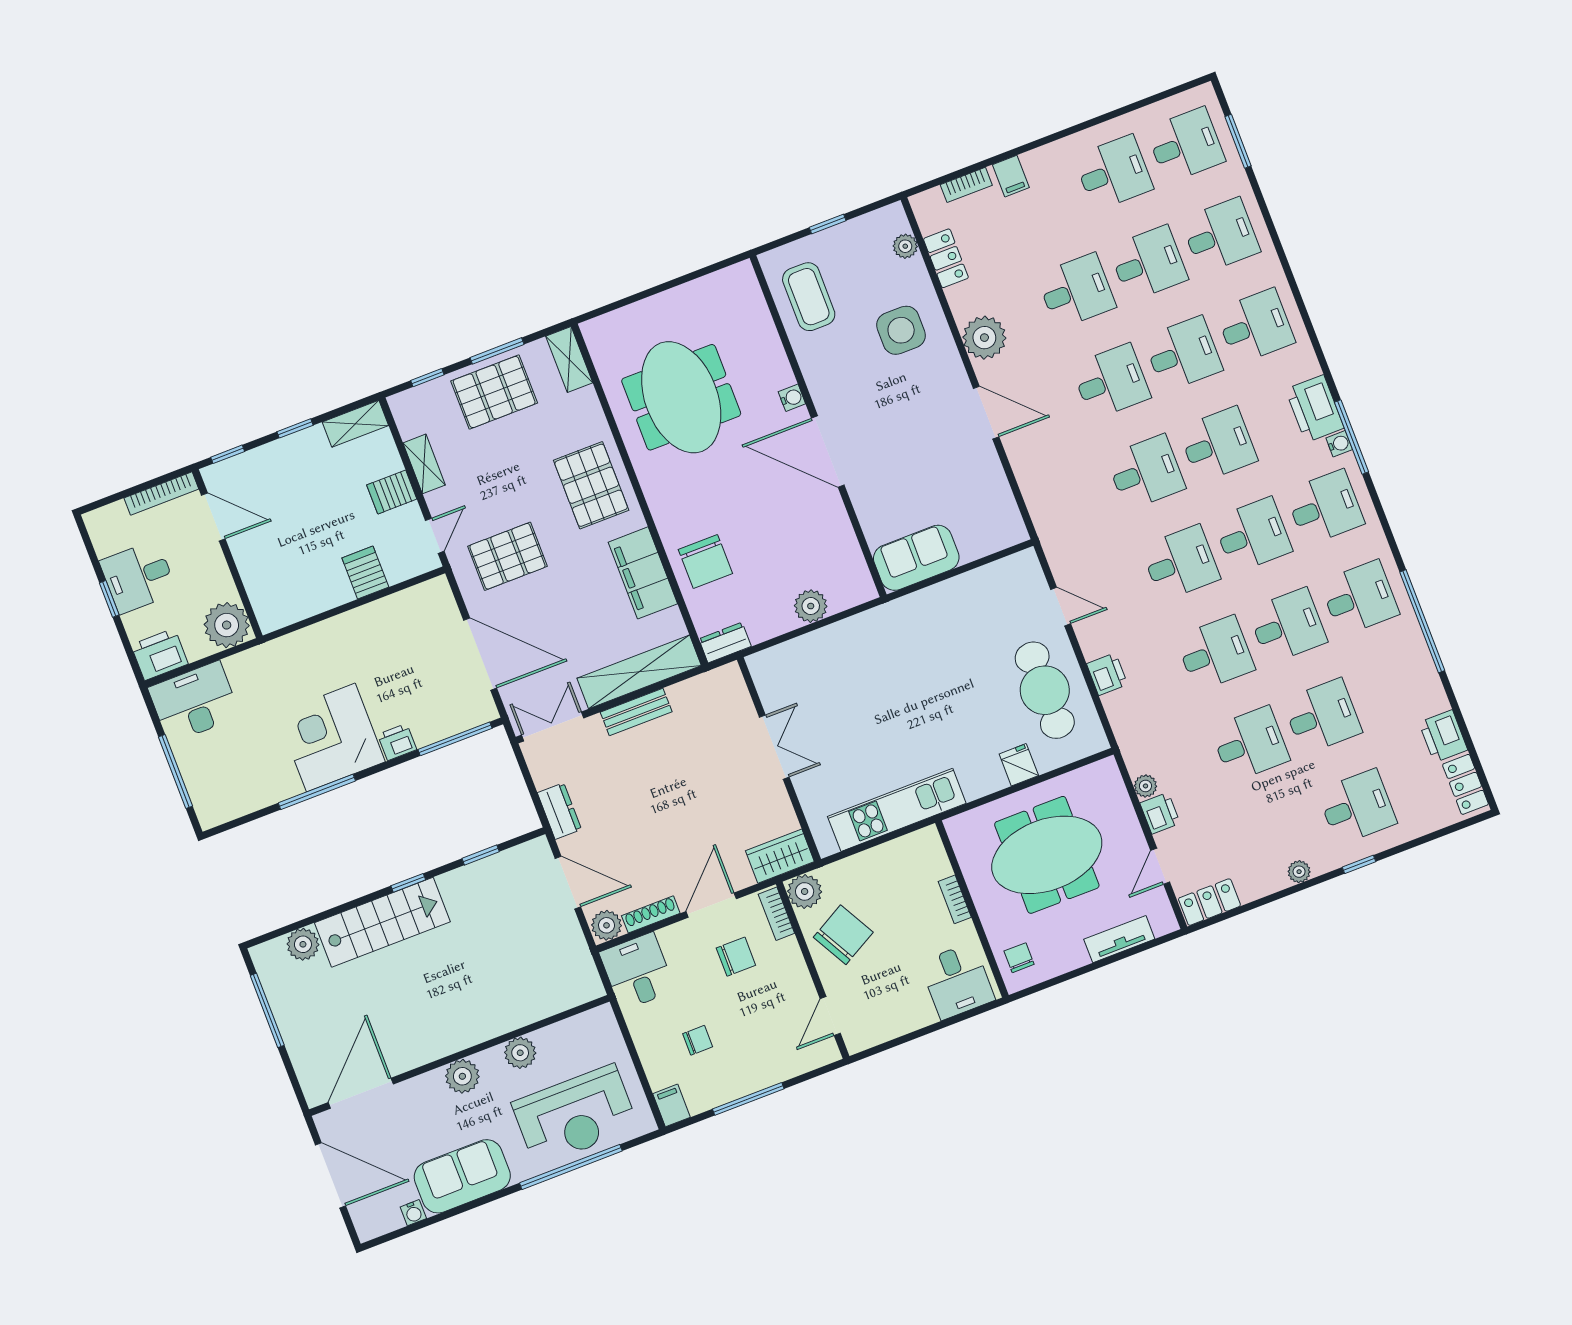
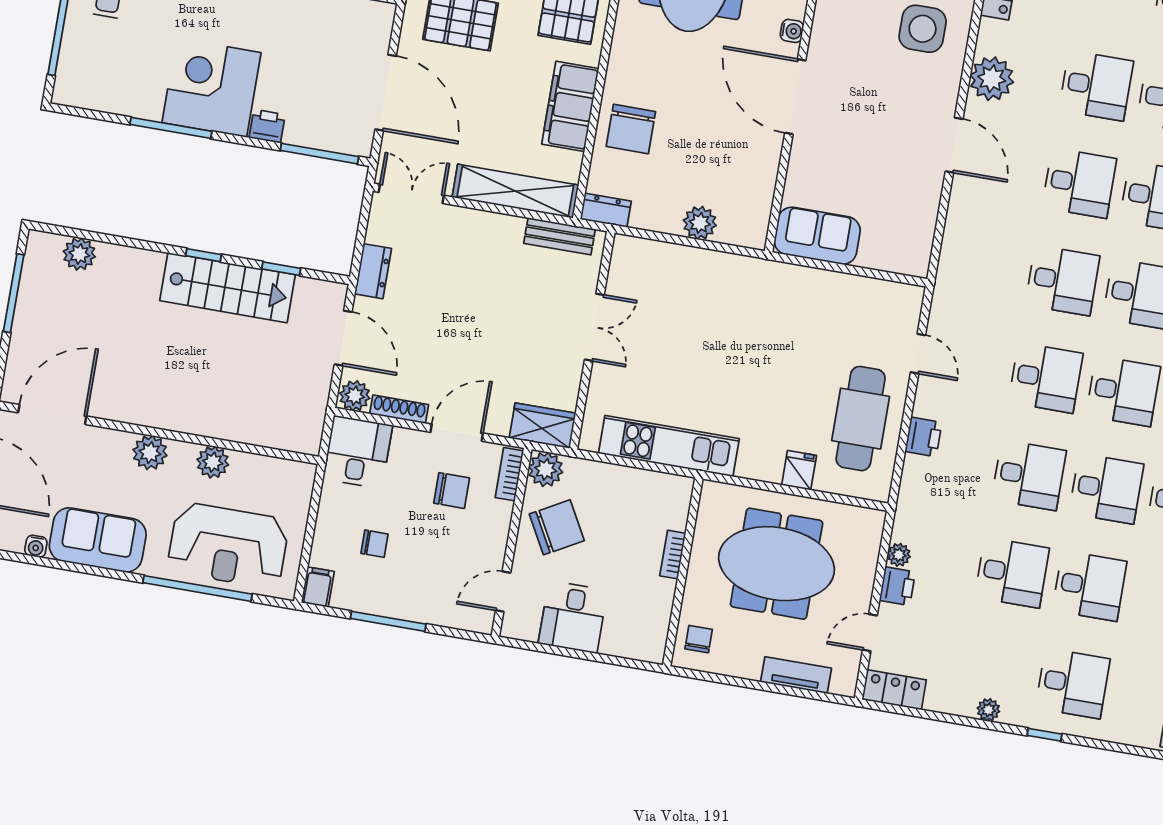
bench: (636, 712) -> (559, 236), moved
stairs: (382, 922) -> (227, 288), moved
desk: (957, 981) -> (573, 617), moved

